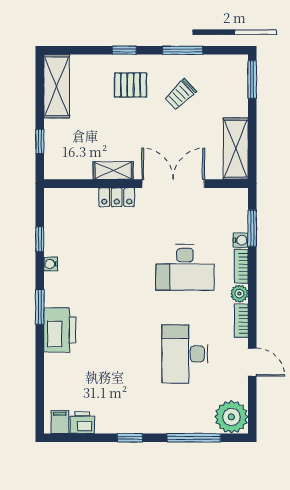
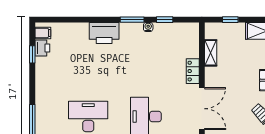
shelving: (113, 171) -> (211, 53), moved
window: (40, 307) -> (132, 20), moved
window: (130, 438) -> (32, 54), moved

